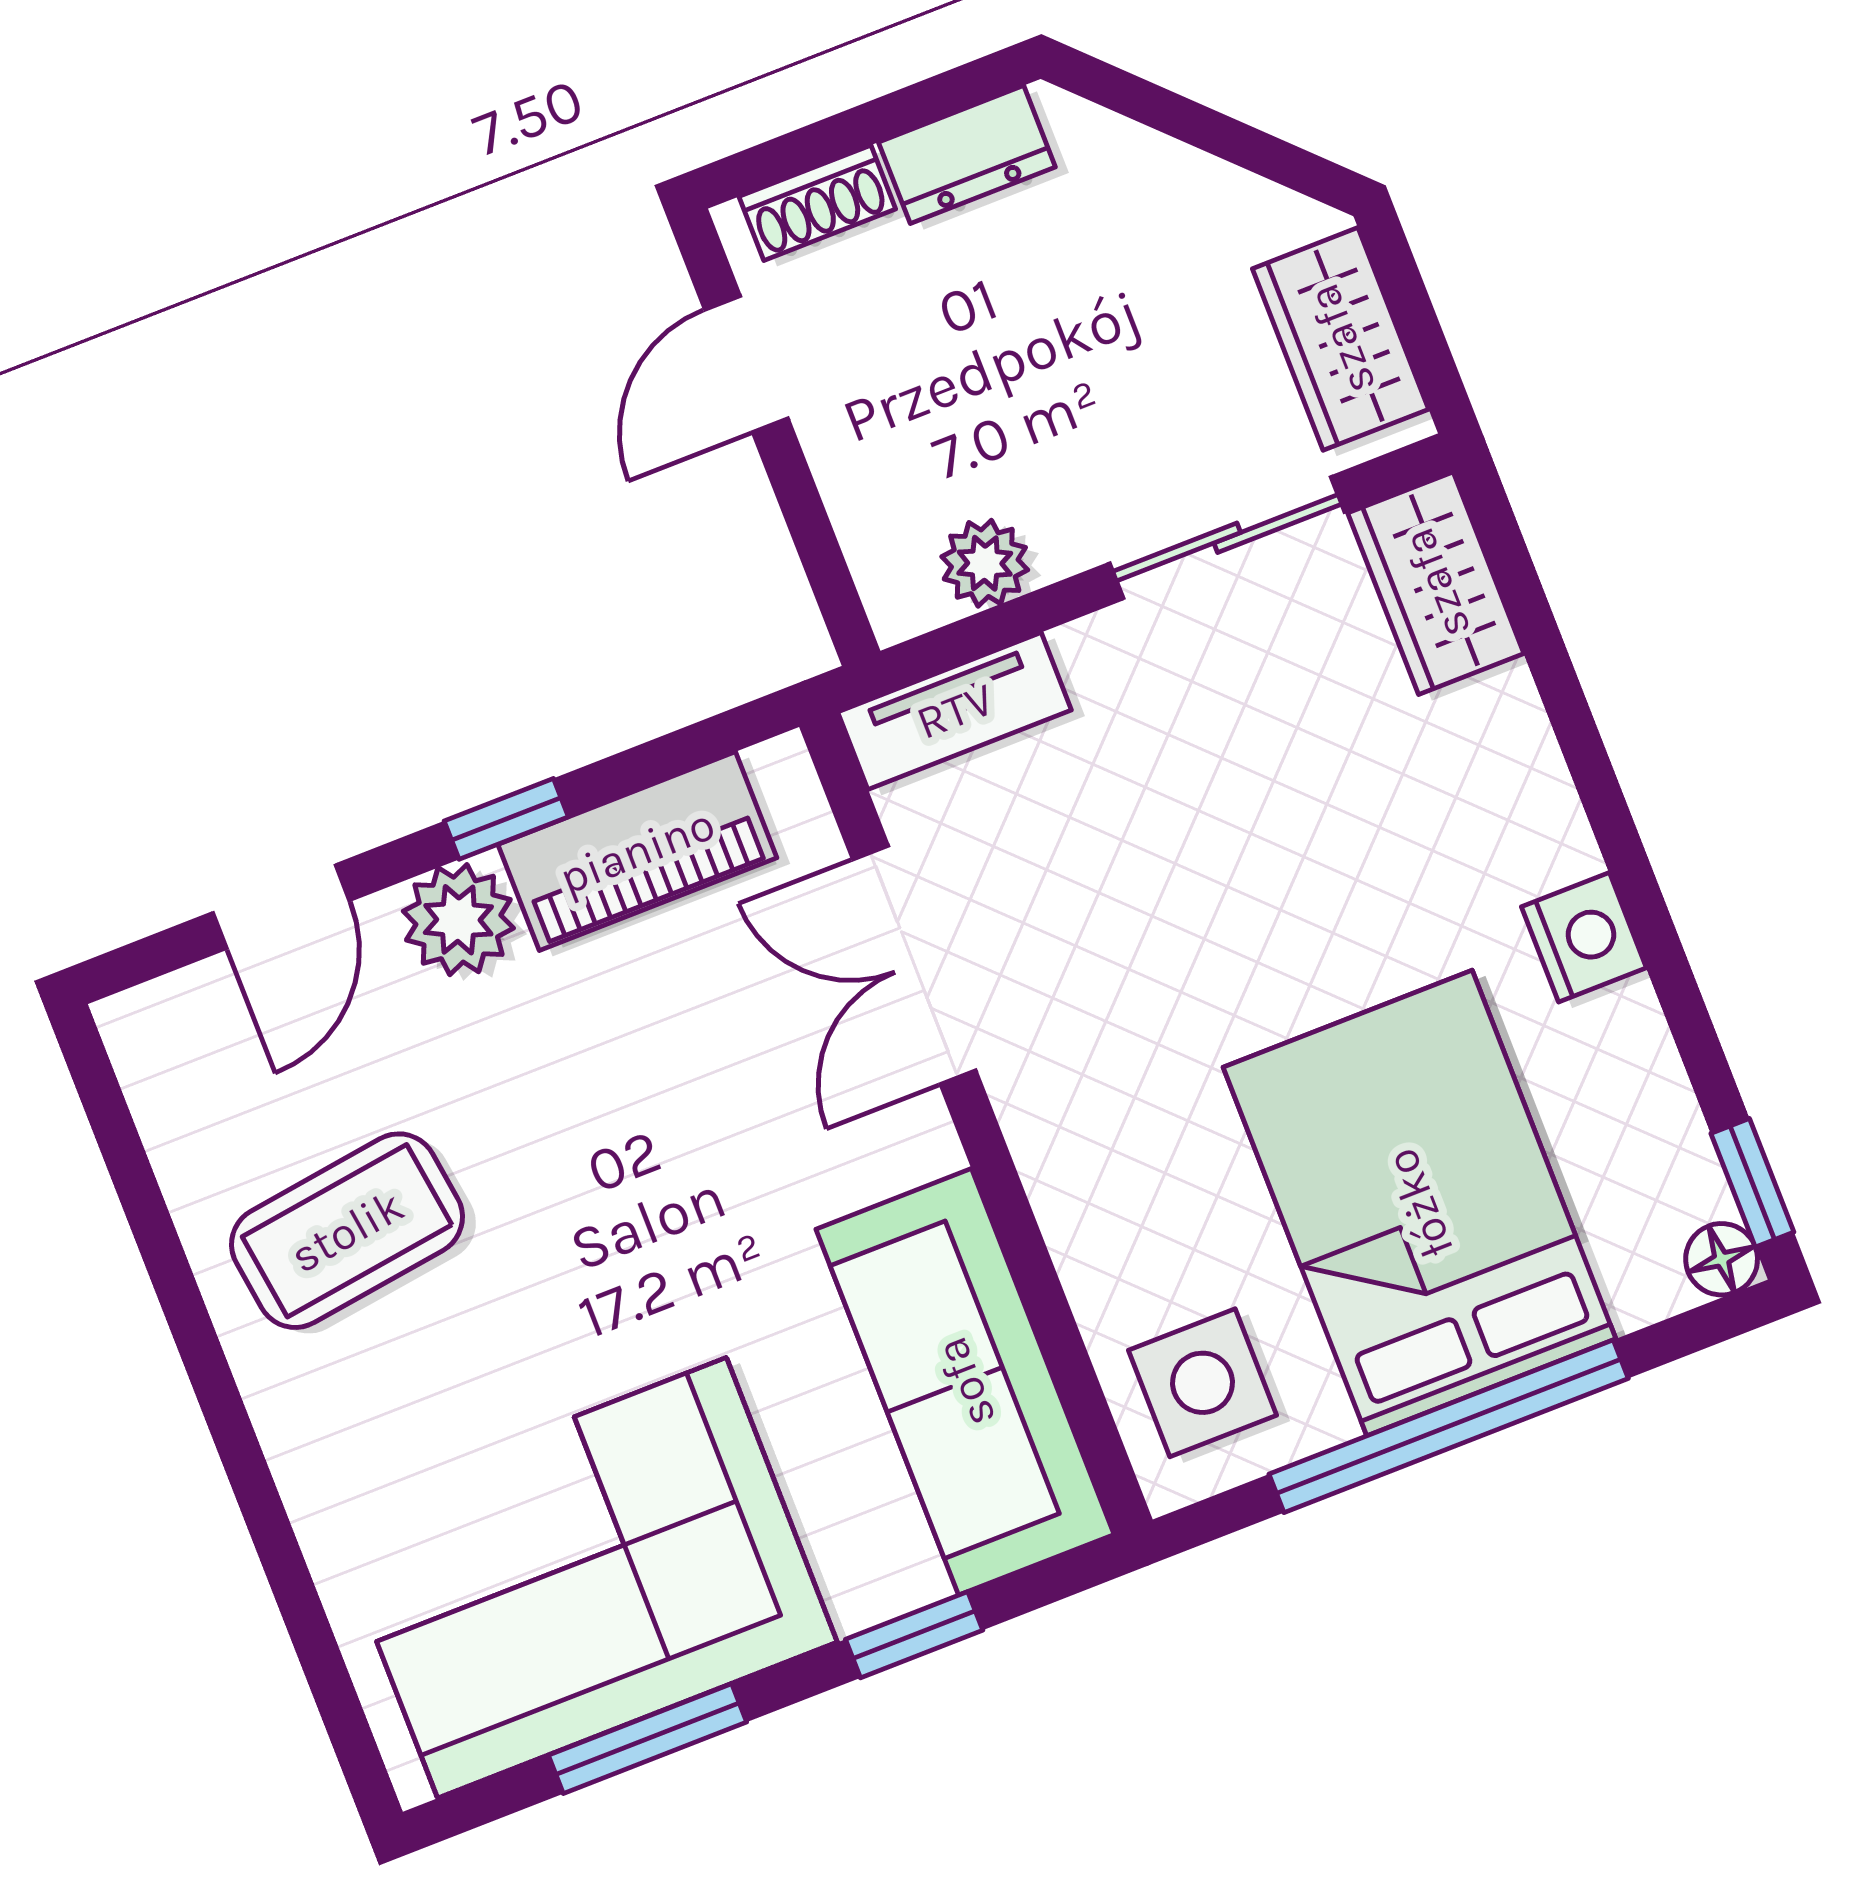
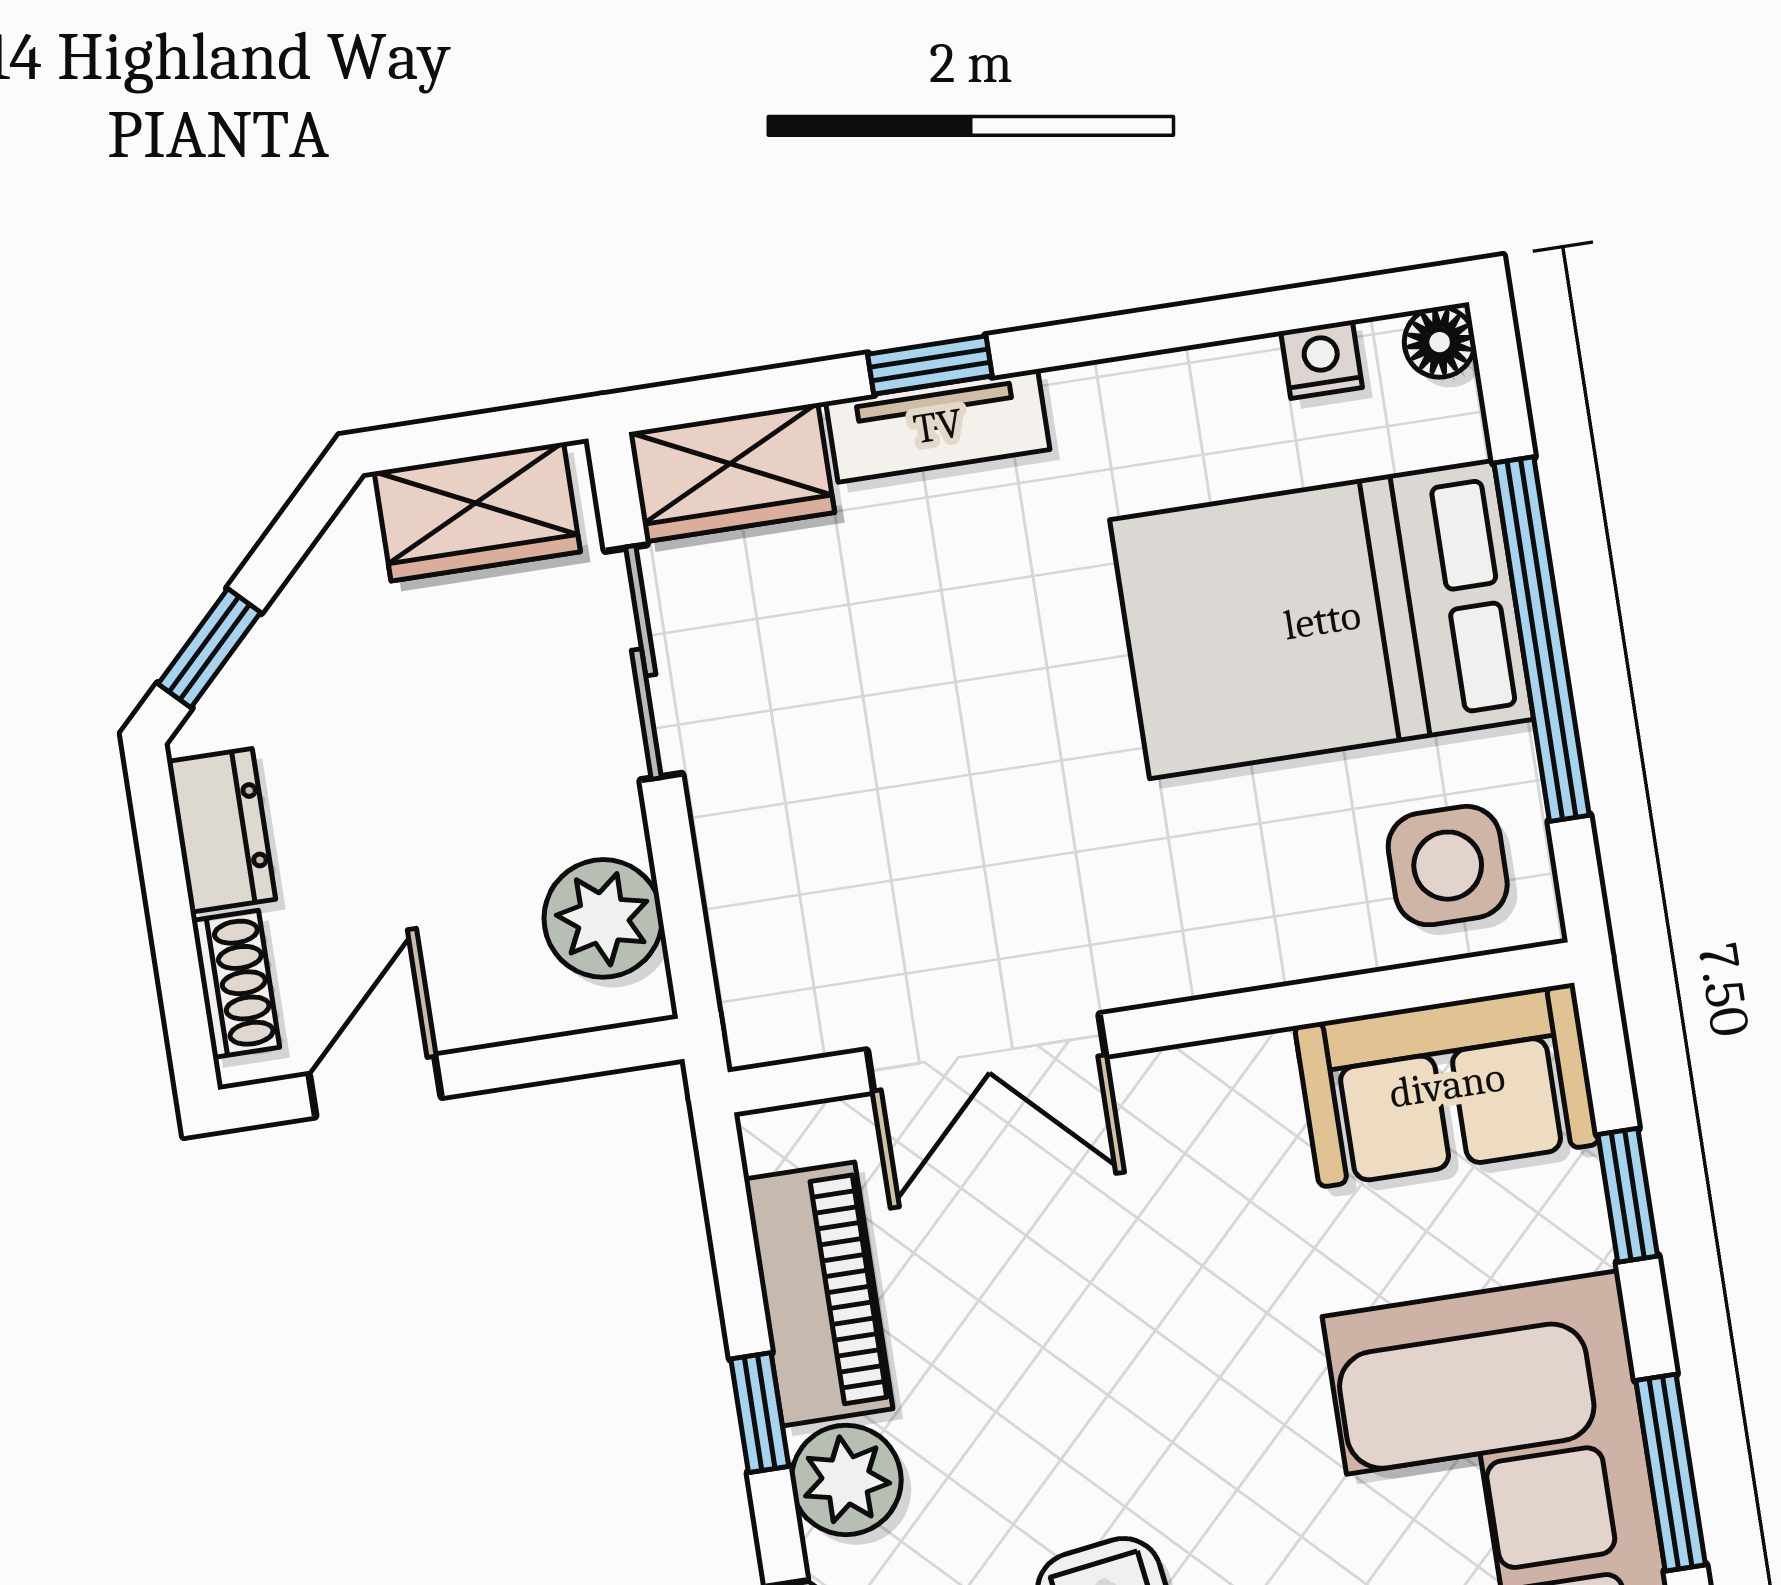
window: (1146, 102) -> (209, 648), added
door: (746, 364) -> (375, 1086), swing flipped
plant: (985, 563) -> (603, 918), width x1.38, depth x1.38
tv unit: (955, 711) -> (938, 426), moved, turned 90
nightstand: (1584, 937) -> (1321, 359), moved, width x0.72, depth x0.74
window: (1752, 1183) -> (930, 365), moved
sofa: (965, 1382) -> (1447, 1085), width x0.73

